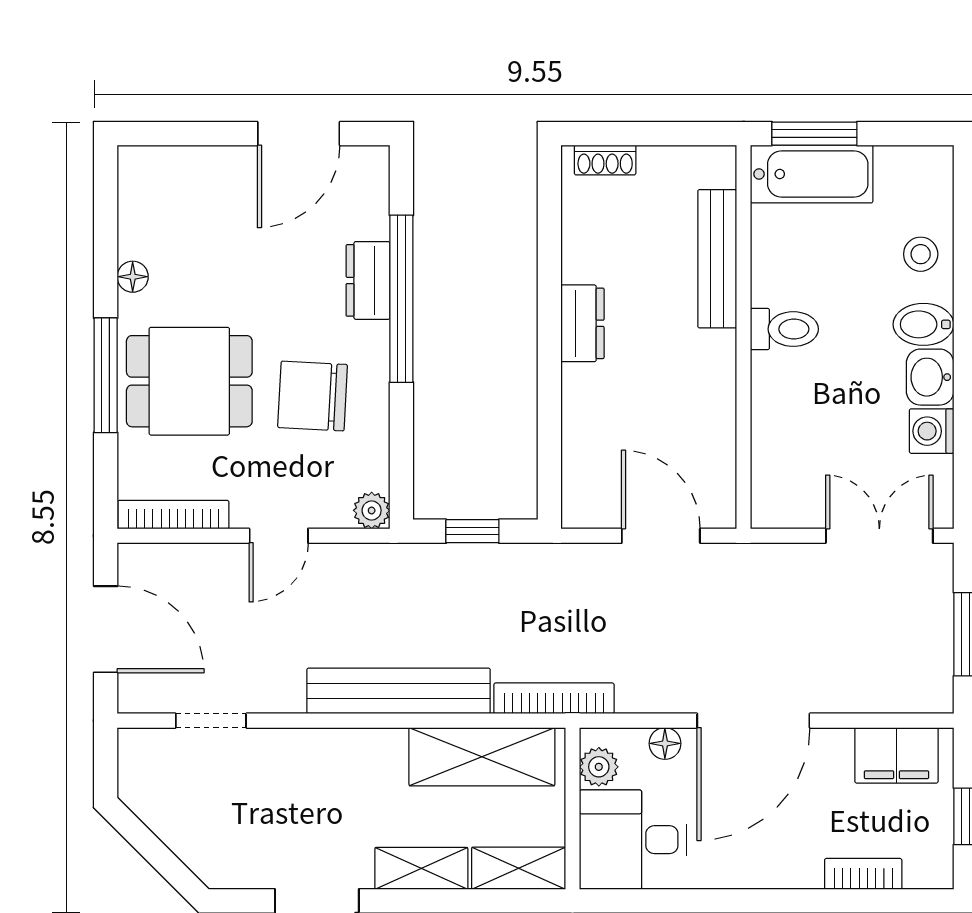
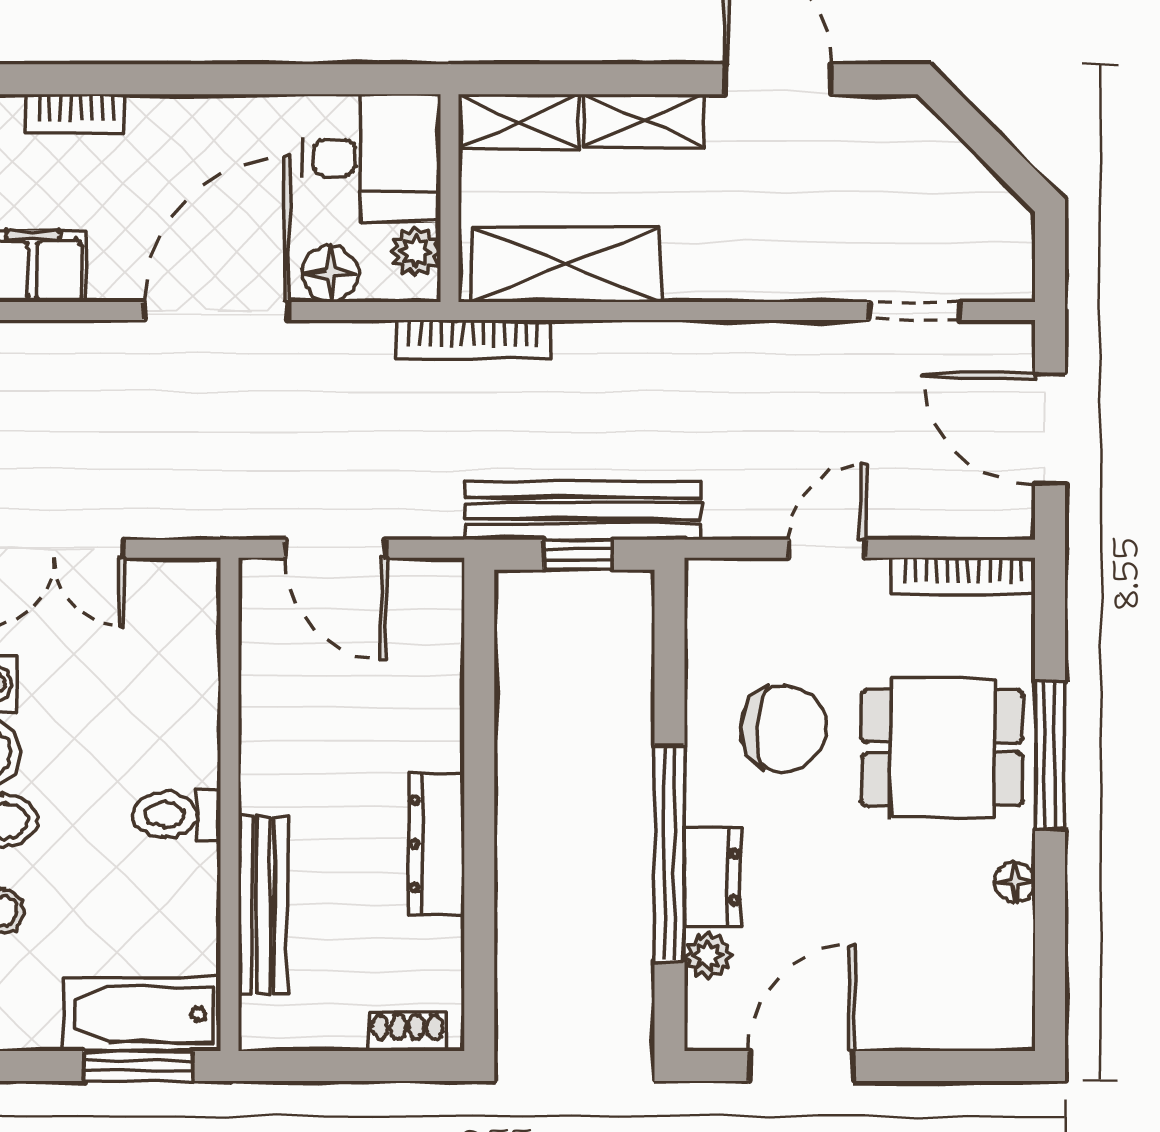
dresser: (582, 323) -> (437, 844), width x1.44
plant: (372, 510) -> (708, 955), moved
bench: (399, 691) -> (583, 511), moved
floor lamp: (665, 743) -> (330, 274), width x1.37, depth x1.37

